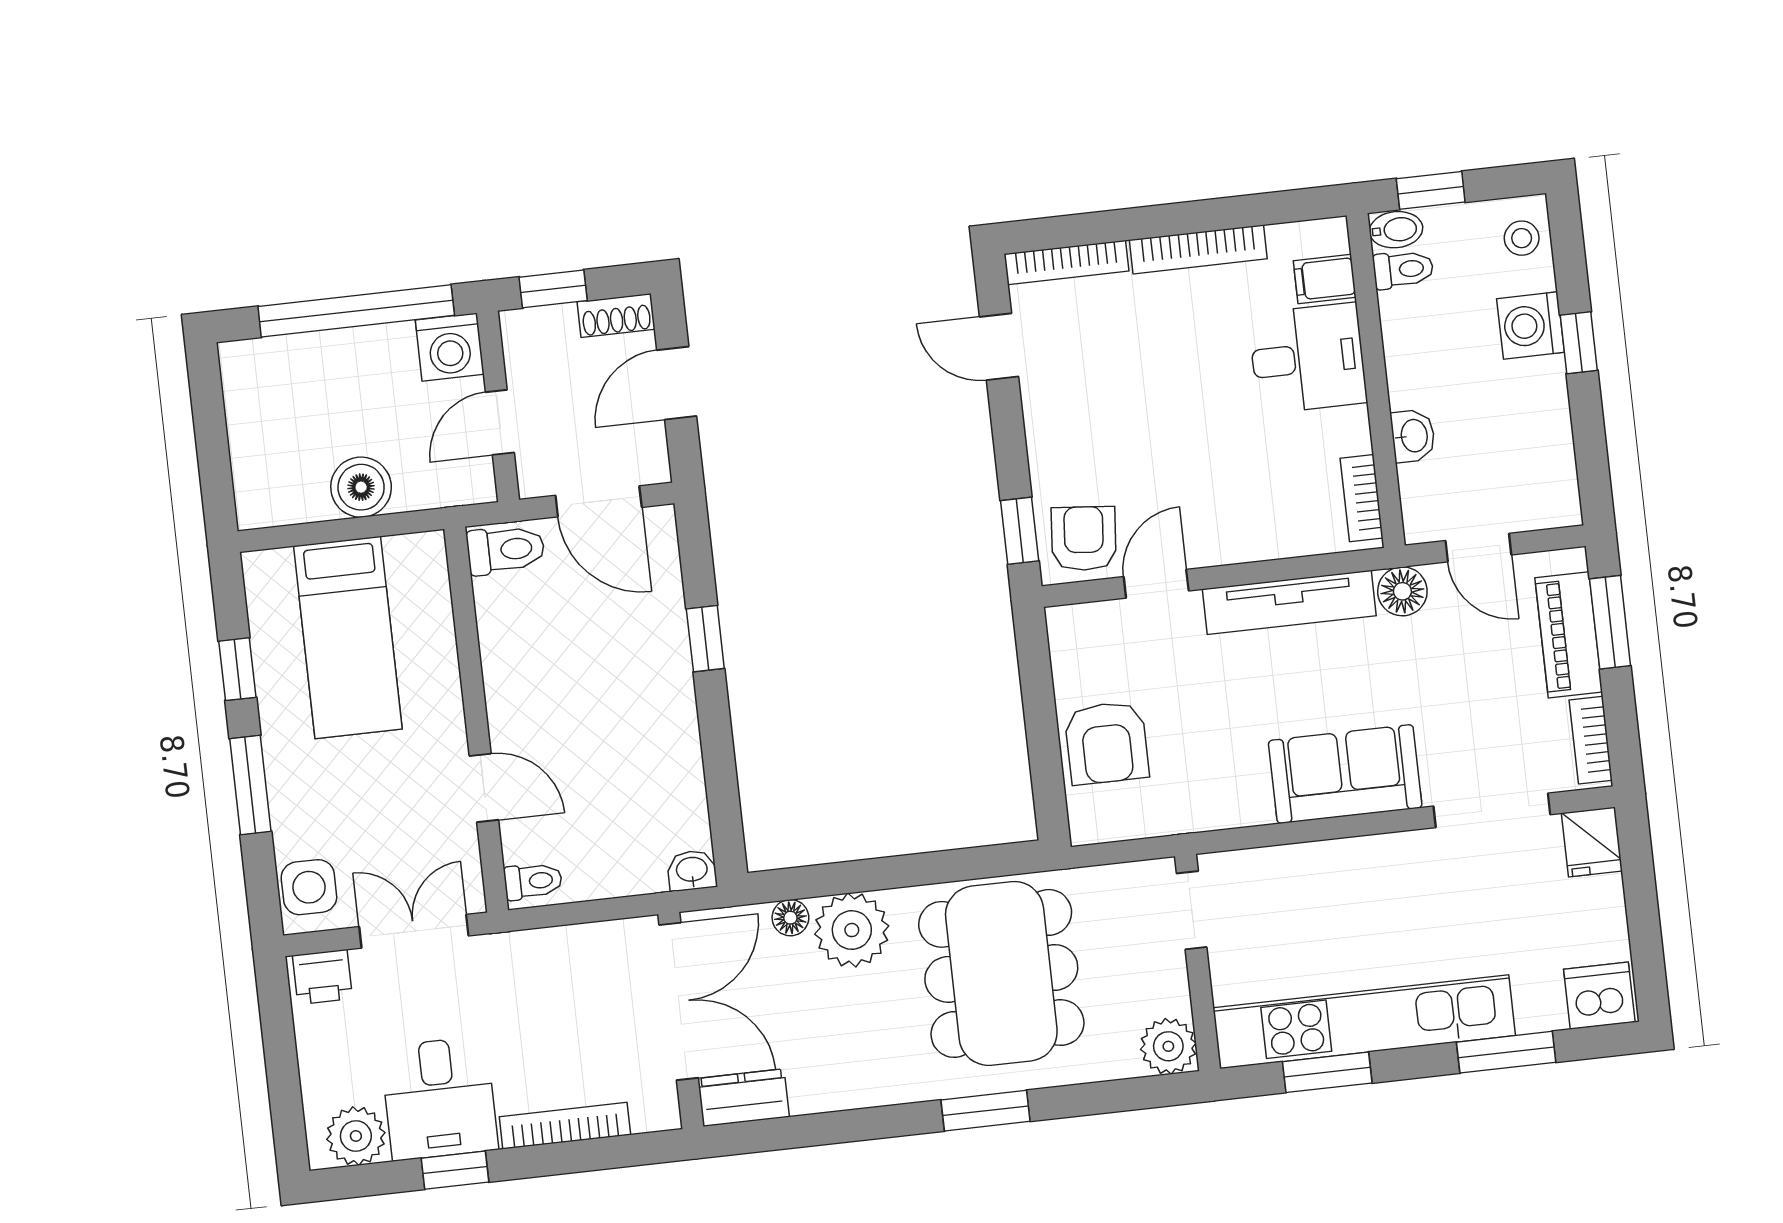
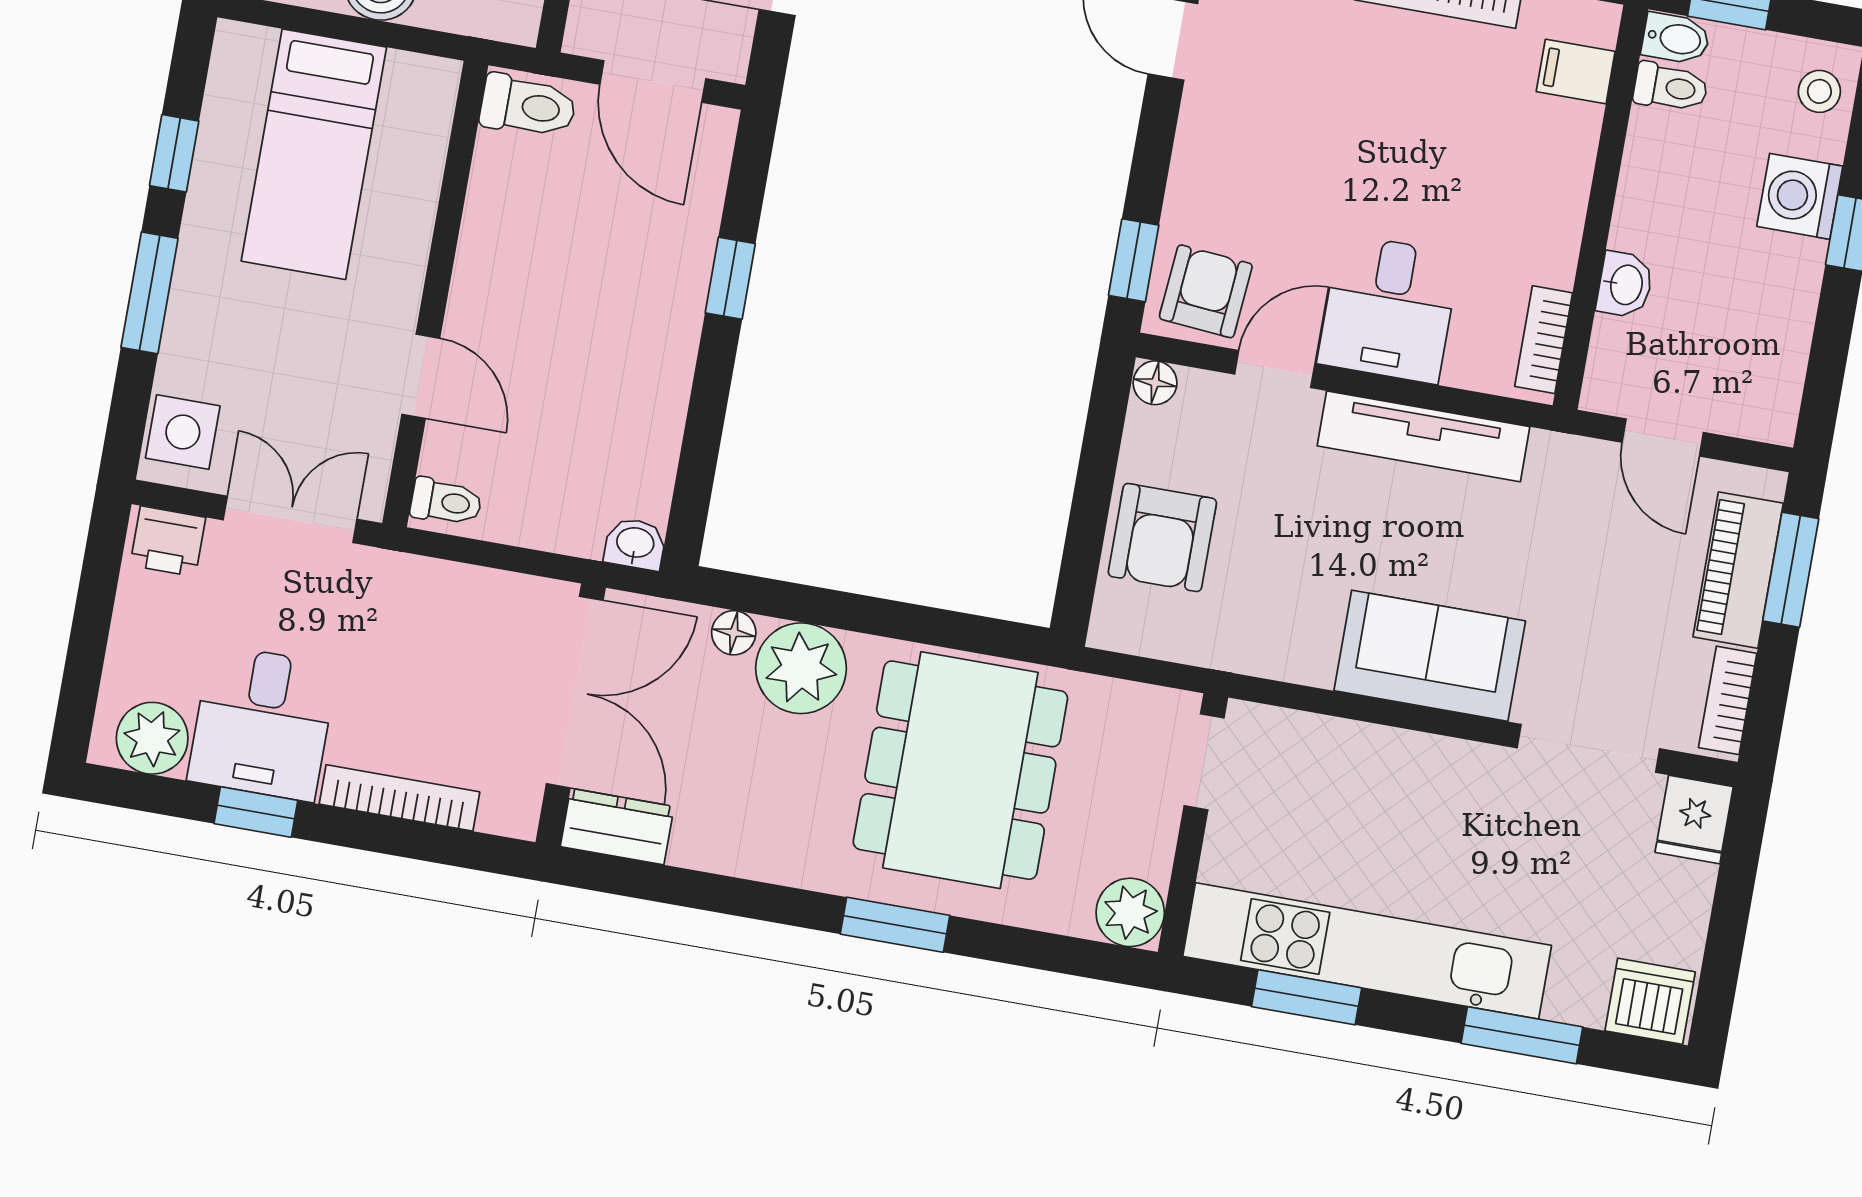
desk: (1308, 358) -> (1389, 309), moved, turned 90
floor lamp: (1402, 591) -> (1155, 383), moved, width x0.73, depth x0.73

